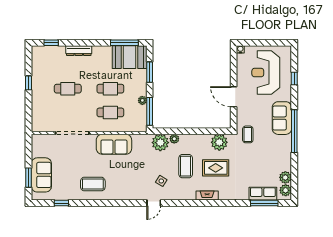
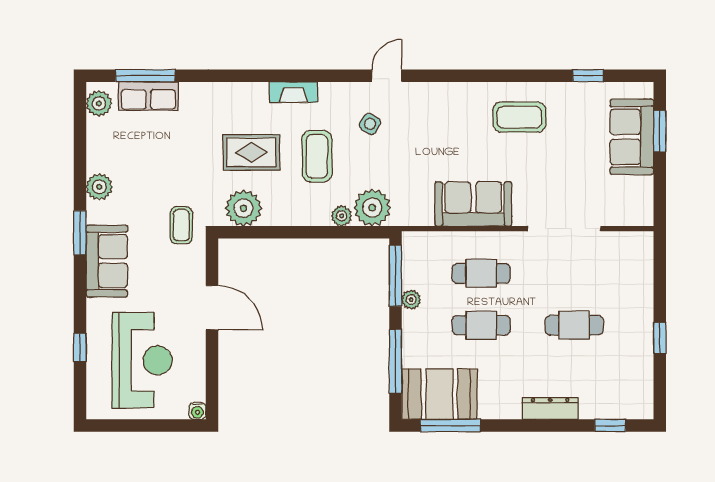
window: (150, 72) -> (396, 361), width x1.44
window: (294, 131) -> (80, 233), width x0.47
plant: (285, 177) -> (99, 187), moved
fireplace: (207, 196) -> (293, 92), moved

